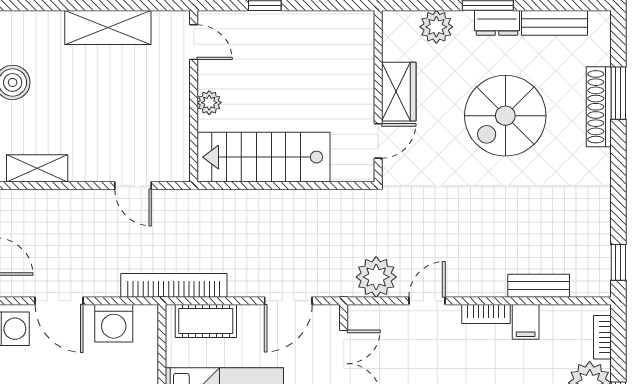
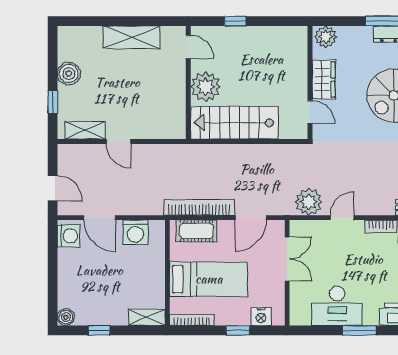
plant: (436, 27) -> (326, 37), moved
plant: (209, 103) -> (206, 87), width x1.87, depth x1.87
door: (378, 141) -> (310, 112), hinge flipped
door: (133, 186) -> (119, 142), moved
bookcase: (174, 285) -> (199, 207), moved

